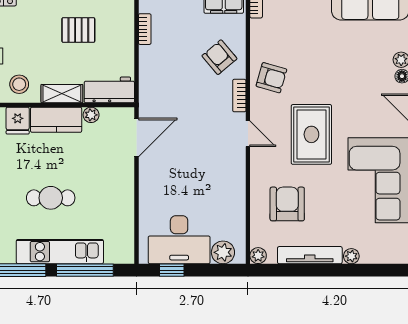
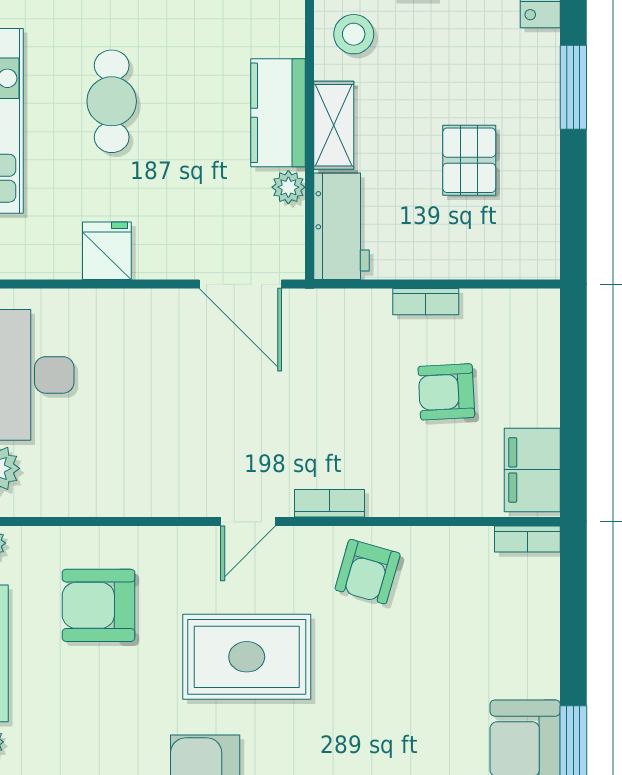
bookcase: (145, 29) -> (426, 302), moved
armchair: (219, 57) -> (446, 392), moved, turned -143
fridge: (18, 121) -> (107, 251), moved, turned 90
armchair: (287, 204) -> (98, 605), turned 180

